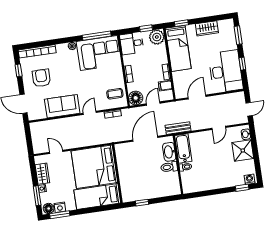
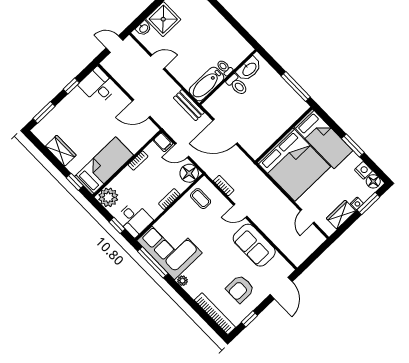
window: (146, 28) -> (117, 225), moved
desk: (226, 71) -> (98, 86), width x0.53, depth x0.77
filing cabinet: (165, 86) -> (163, 142), moved
washbasin: (169, 152) -> (249, 69), moved
window: (142, 203) -> (296, 87), width x2.17
window: (60, 215) -> (353, 145), moved

